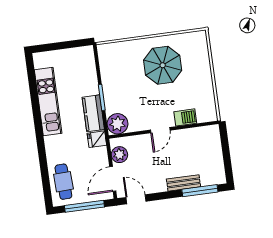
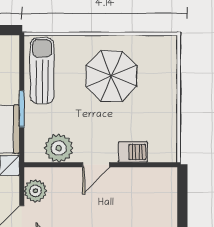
sun lounger: (113, 68) -> (42, 71), added
plant: (117, 124) -> (59, 148), moved

